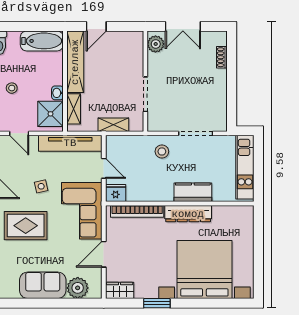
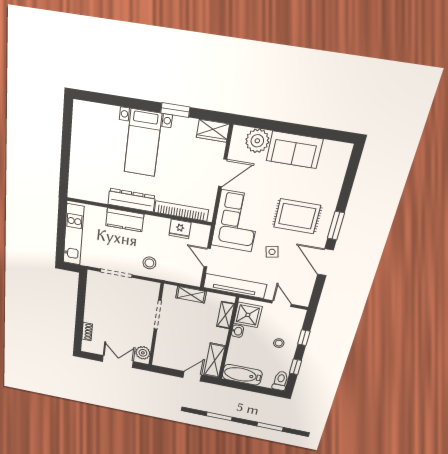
shelving: (75, 62) -> (214, 361), width x0.68
fridge: (116, 193) -> (180, 229), moved
bed with nightstands: (204, 269) -> (143, 143), width x0.54

